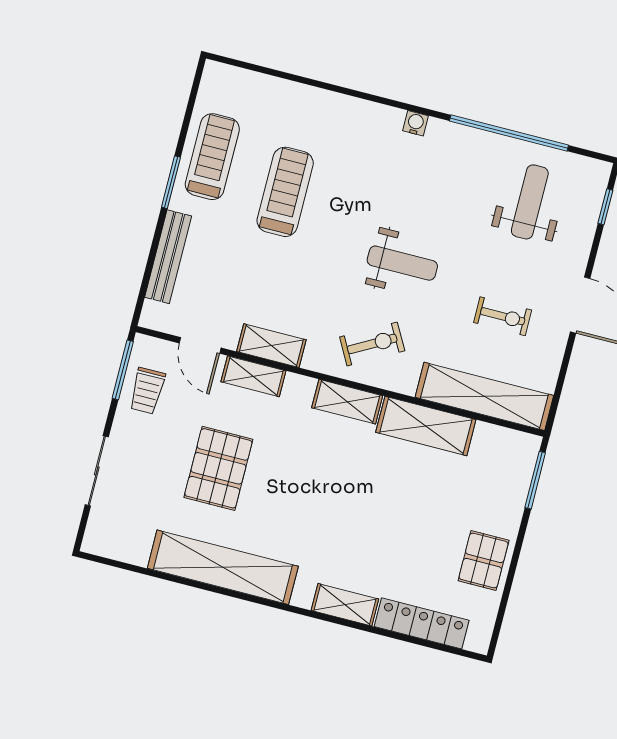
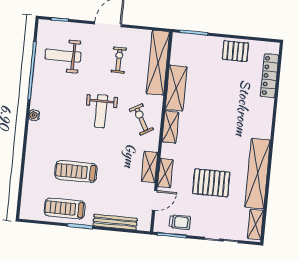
weight bench: (402, 263) -> (101, 111), turned 180
shelving: (345, 605) -> (255, 224), moved

